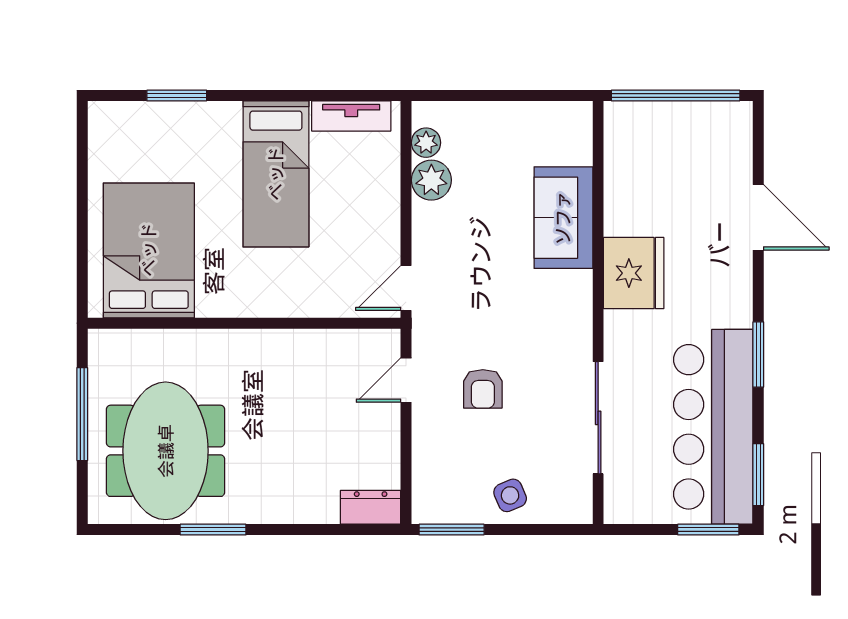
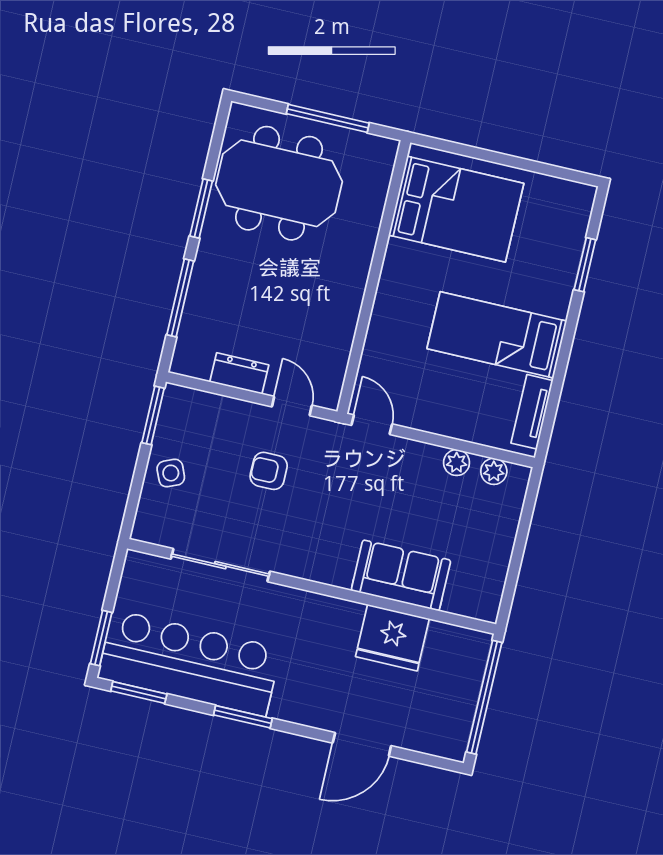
plant: (431, 180) -> (457, 463), width x0.73, depth x0.73
fridge: (634, 273) -> (392, 638), moved
dresser: (371, 507) -> (239, 373), moved, turned -90
window: (316, 530) -> (180, 298), added

